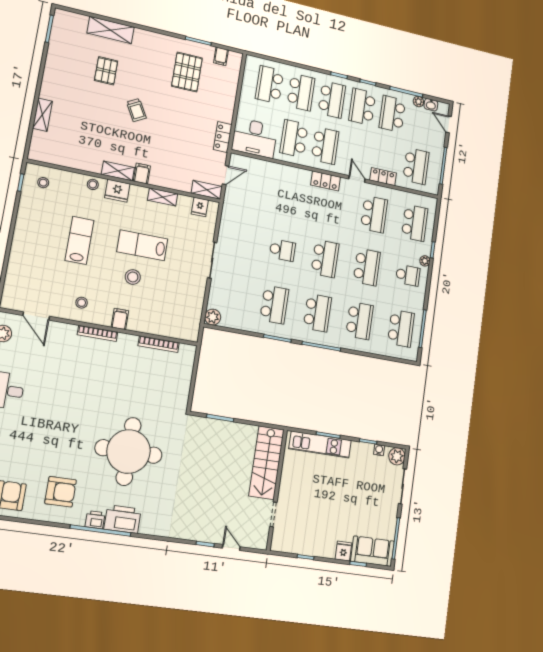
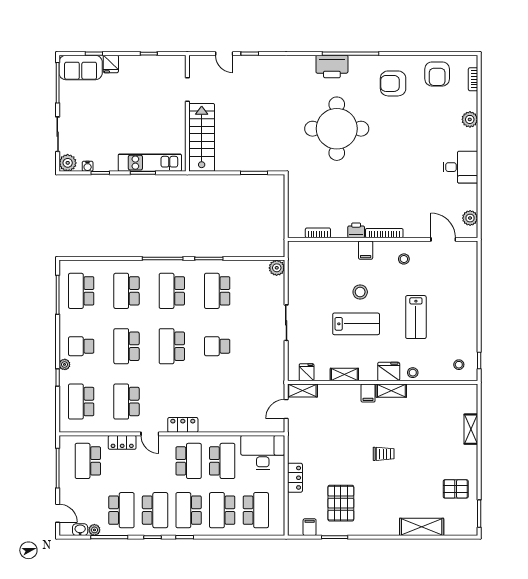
pallet: (106, 71) -> (456, 489), moved, turned 90
trolley: (136, 110) -> (384, 454), turned 119
locker: (223, 137) -> (295, 478), moved
school desk: (325, 146) -> (189, 461), turned 180
bookcase: (159, 344) -> (318, 233), width x0.64
printer: (95, 520) -> (356, 230), moved, turned 180

